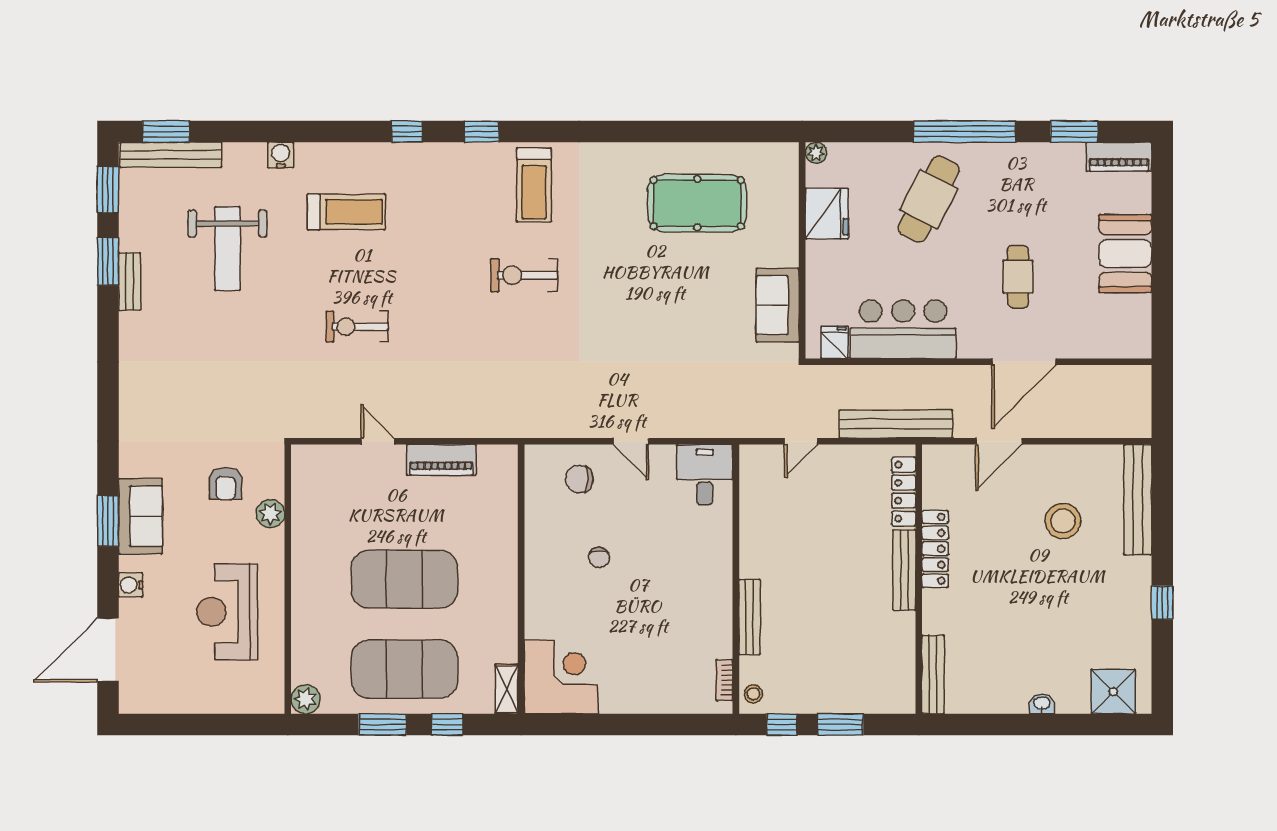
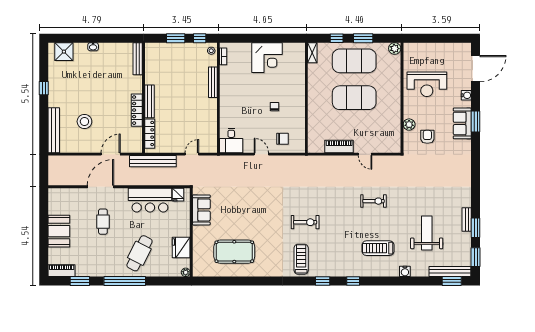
reception desk: (227, 612) -> (427, 84), turned 90
corner desk: (561, 677) -> (267, 58), moved, turned -90

